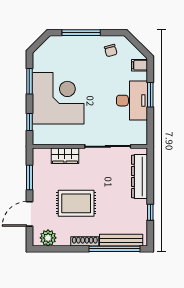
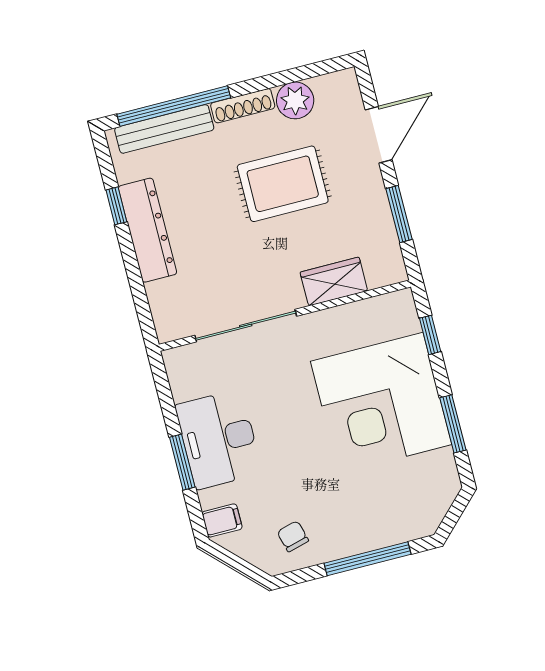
dresser: (139, 176) -> (148, 230), moved
plant: (48, 238) -> (295, 100), moved

